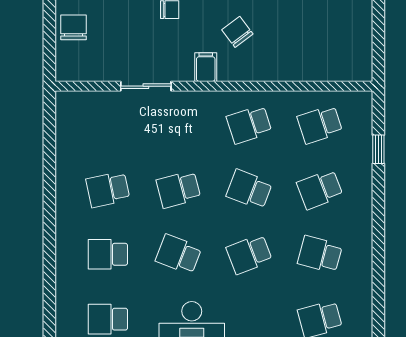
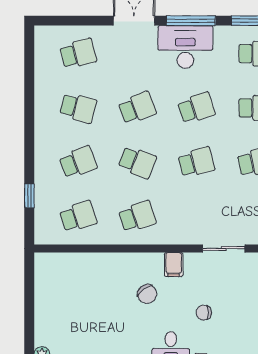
school desk: (179, 254) -> (196, 108), turned -39

